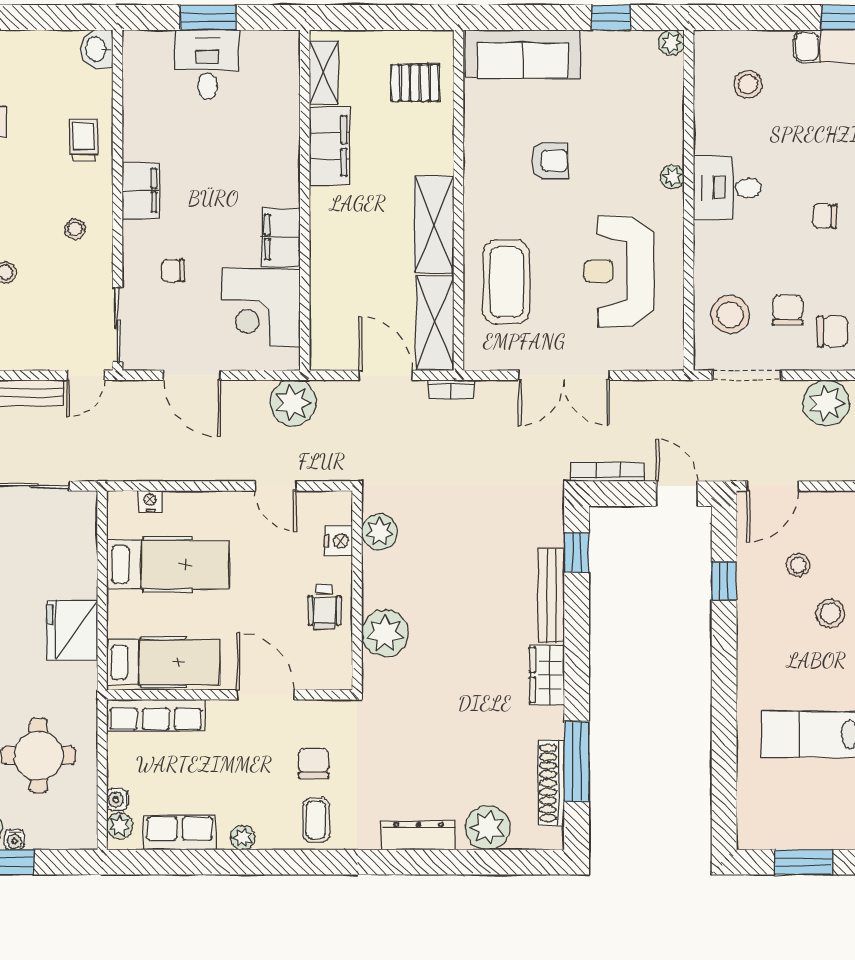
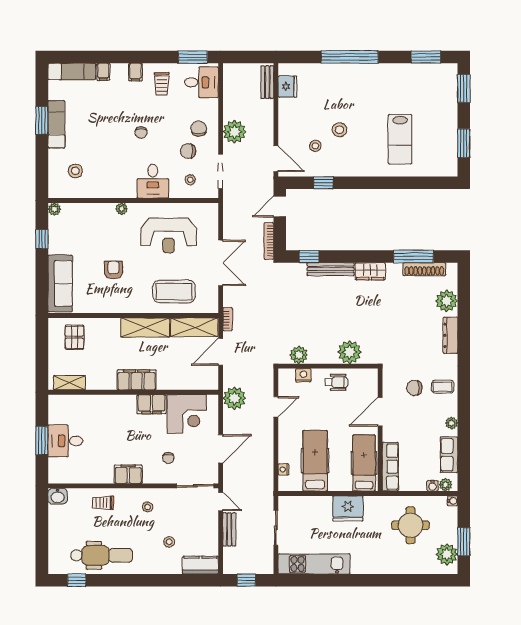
filing cabinet: (330, 146) -> (137, 380), moved
desk: (727, 188) -> (153, 181), moved
stool: (730, 315) -> (190, 180), width x0.53, depth x0.53
water cooler: (14, 840) -> (453, 501), moved

